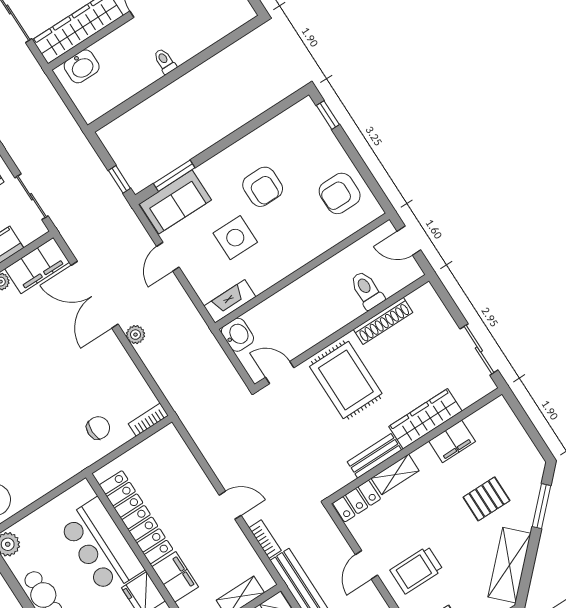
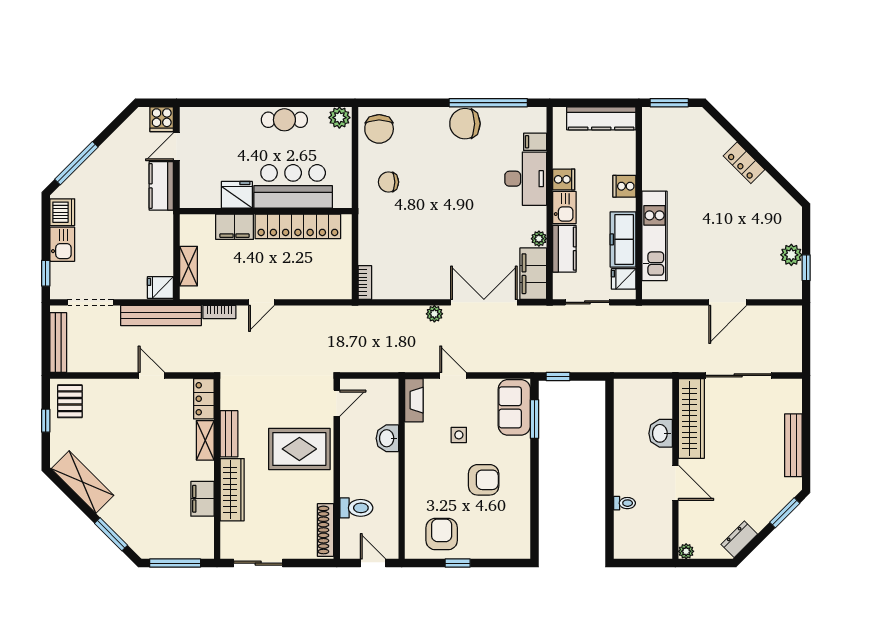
toilet: (165, 61) -> (624, 503), moved
washbasin: (82, 66) -> (661, 433), moved
window: (328, 115) -> (458, 563), moved
armchair: (263, 187) -> (484, 480), turned 180
side table: (235, 238) -> (459, 435), width x0.54, depth x0.54
door: (409, 241) -> (373, 563), hinge flipped
door: (168, 257) -> (453, 375), moved
shoe rack: (383, 321) -> (326, 530), moved
washbasin: (237, 335) -> (387, 438), moved, turned 90
chair: (98, 428) -> (389, 182), moved, turned 90
window: (530, 428) -> (175, 563), added
pallet: (486, 499) -> (143, 497), removed
trolley: (417, 570) -> (124, 410), removed

